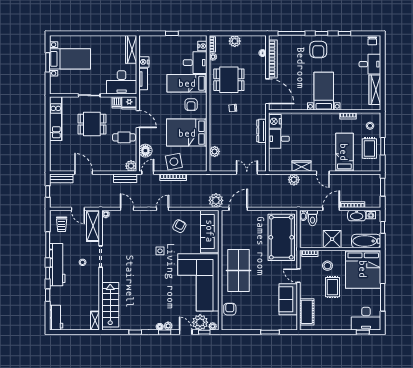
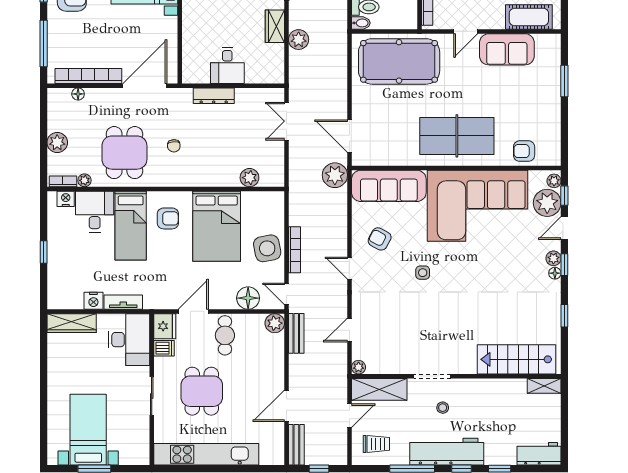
kitchen unit: (56, 119) -> (206, 454), width x1.36
nightstand: (275, 121) -> (197, 73), removed

